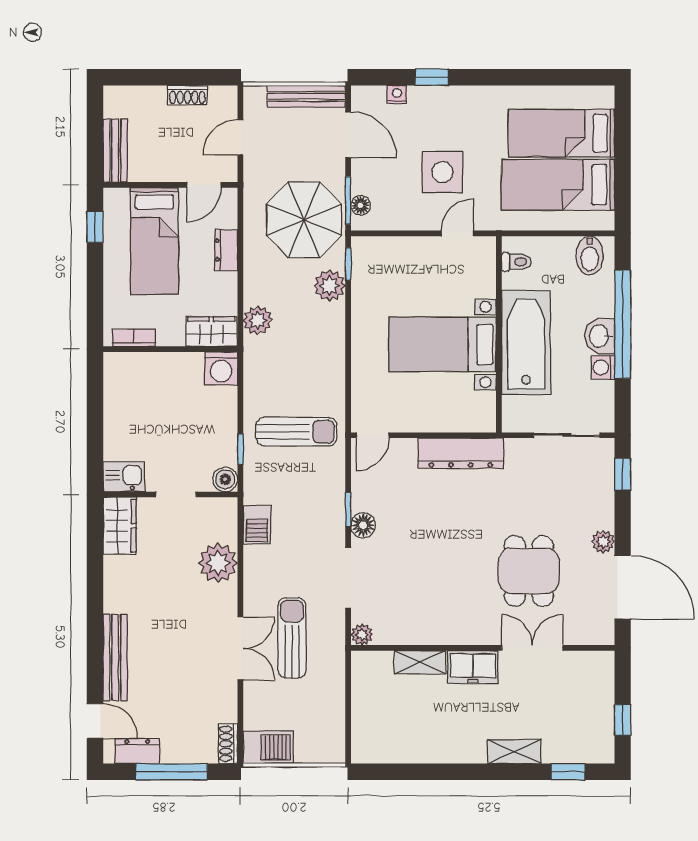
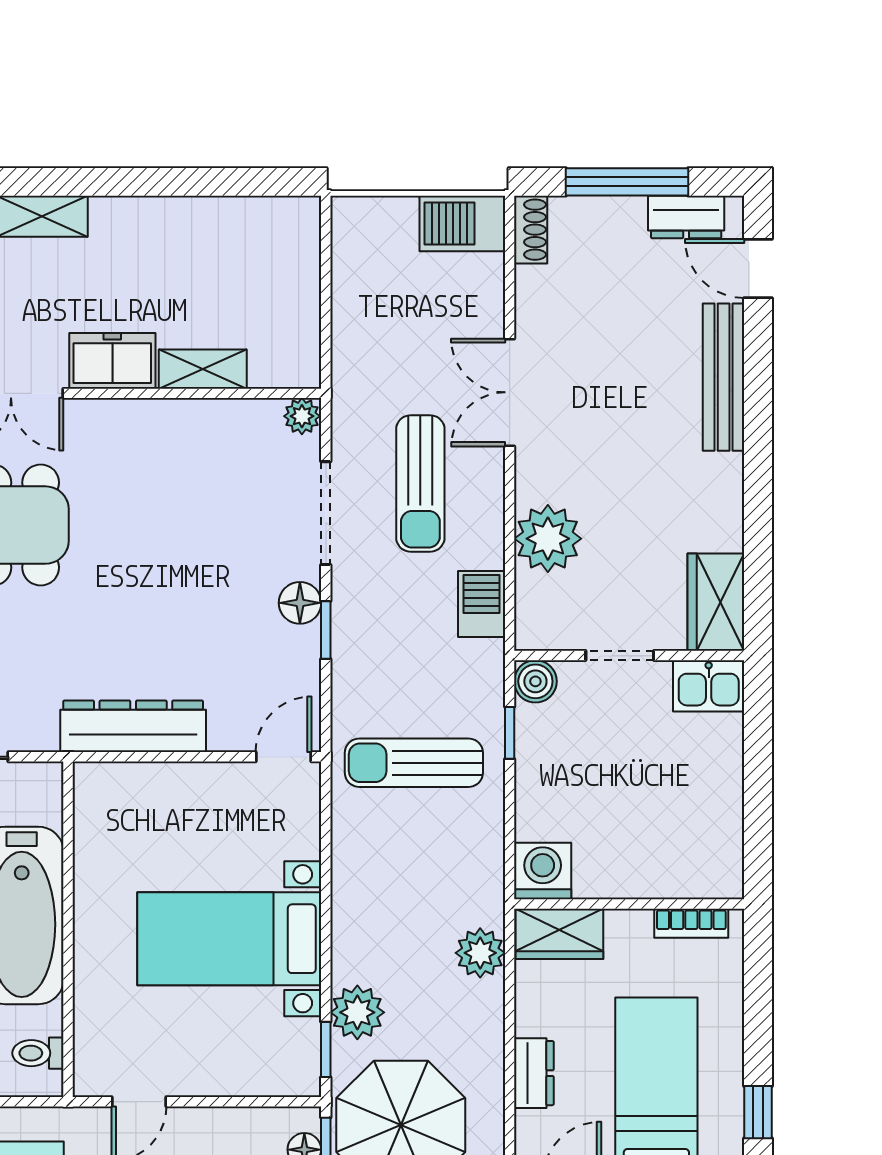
bed with nightstands: (442, 344) -> (229, 939), moved, turned 180
sun lounger: (292, 638) -> (420, 483), moved

